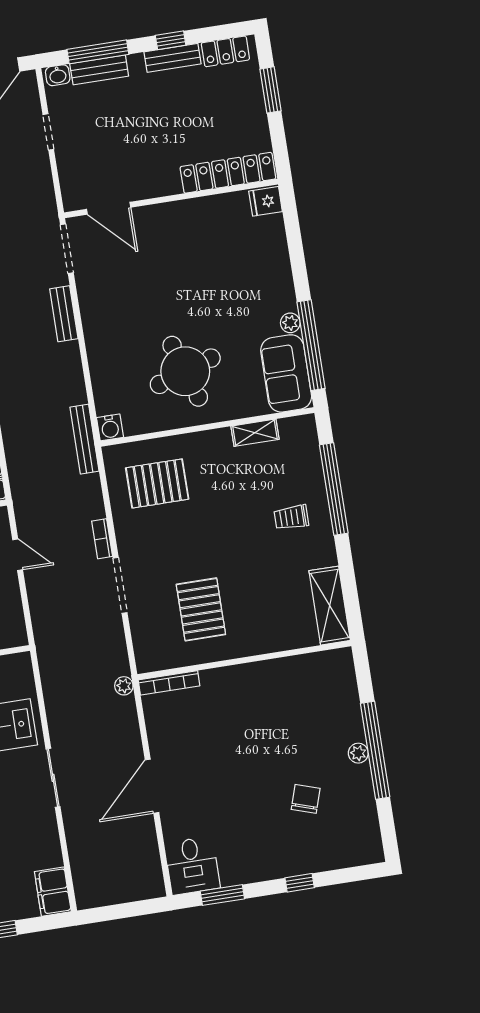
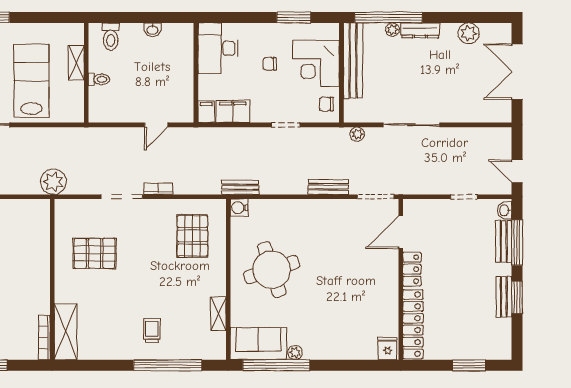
window: (171, 40) -> (517, 297), width x1.50
locker: (225, 51) -> (412, 269), moved, turned 180
bench: (84, 439) -> (240, 187), width x0.73
shelving: (330, 606) -> (66, 332), moved, turned 90
bookcase: (169, 683) -> (44, 337), moved
plant: (124, 686) -> (53, 182), width x1.87, depth x1.87

